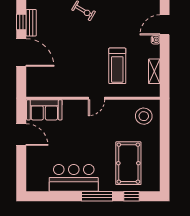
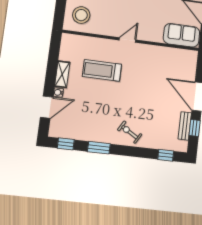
treadmill: (117, 66) -> (102, 70), turned -90
shelving: (154, 71) -> (62, 74), moved

